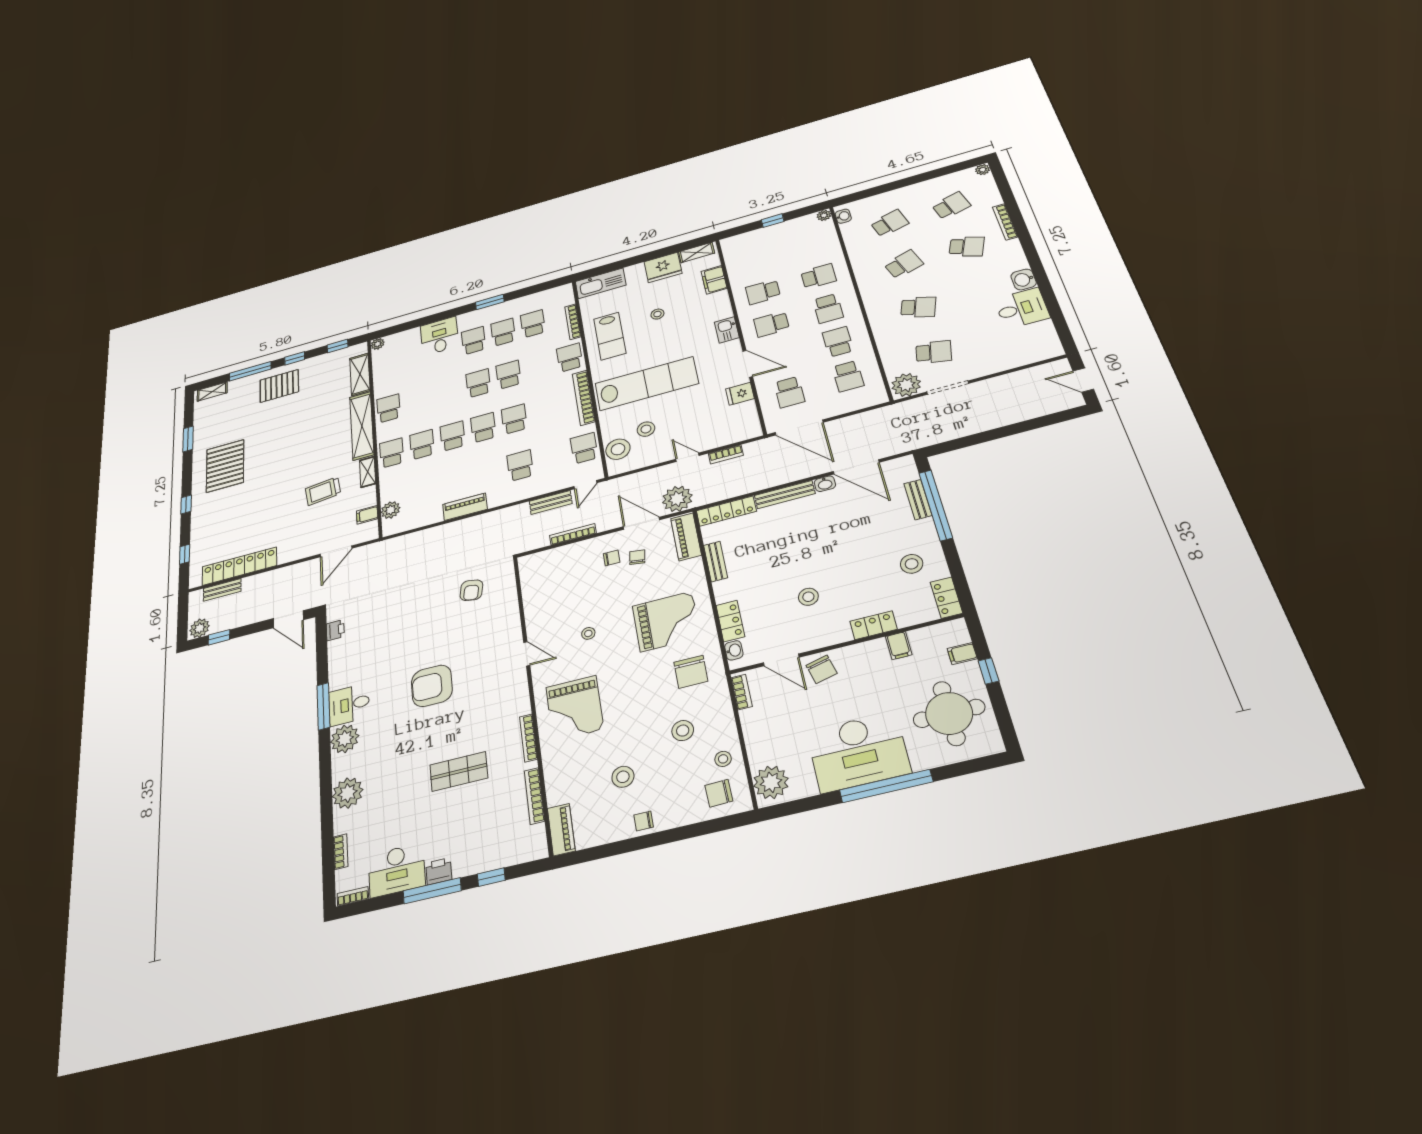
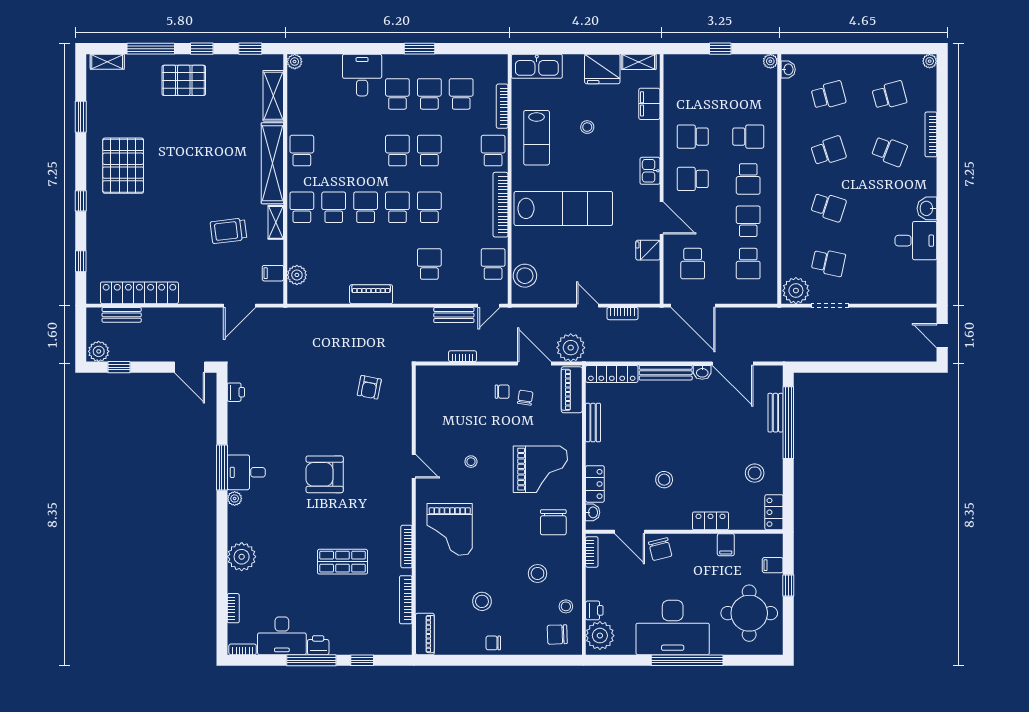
stool: (646, 429) -> (555, 261), removed
bookcase: (573, 534) -> (463, 356), width x0.64
plant: (345, 739) -> (235, 498), width x0.53, depth x0.53
printer: (758, 755) -> (594, 610), added

